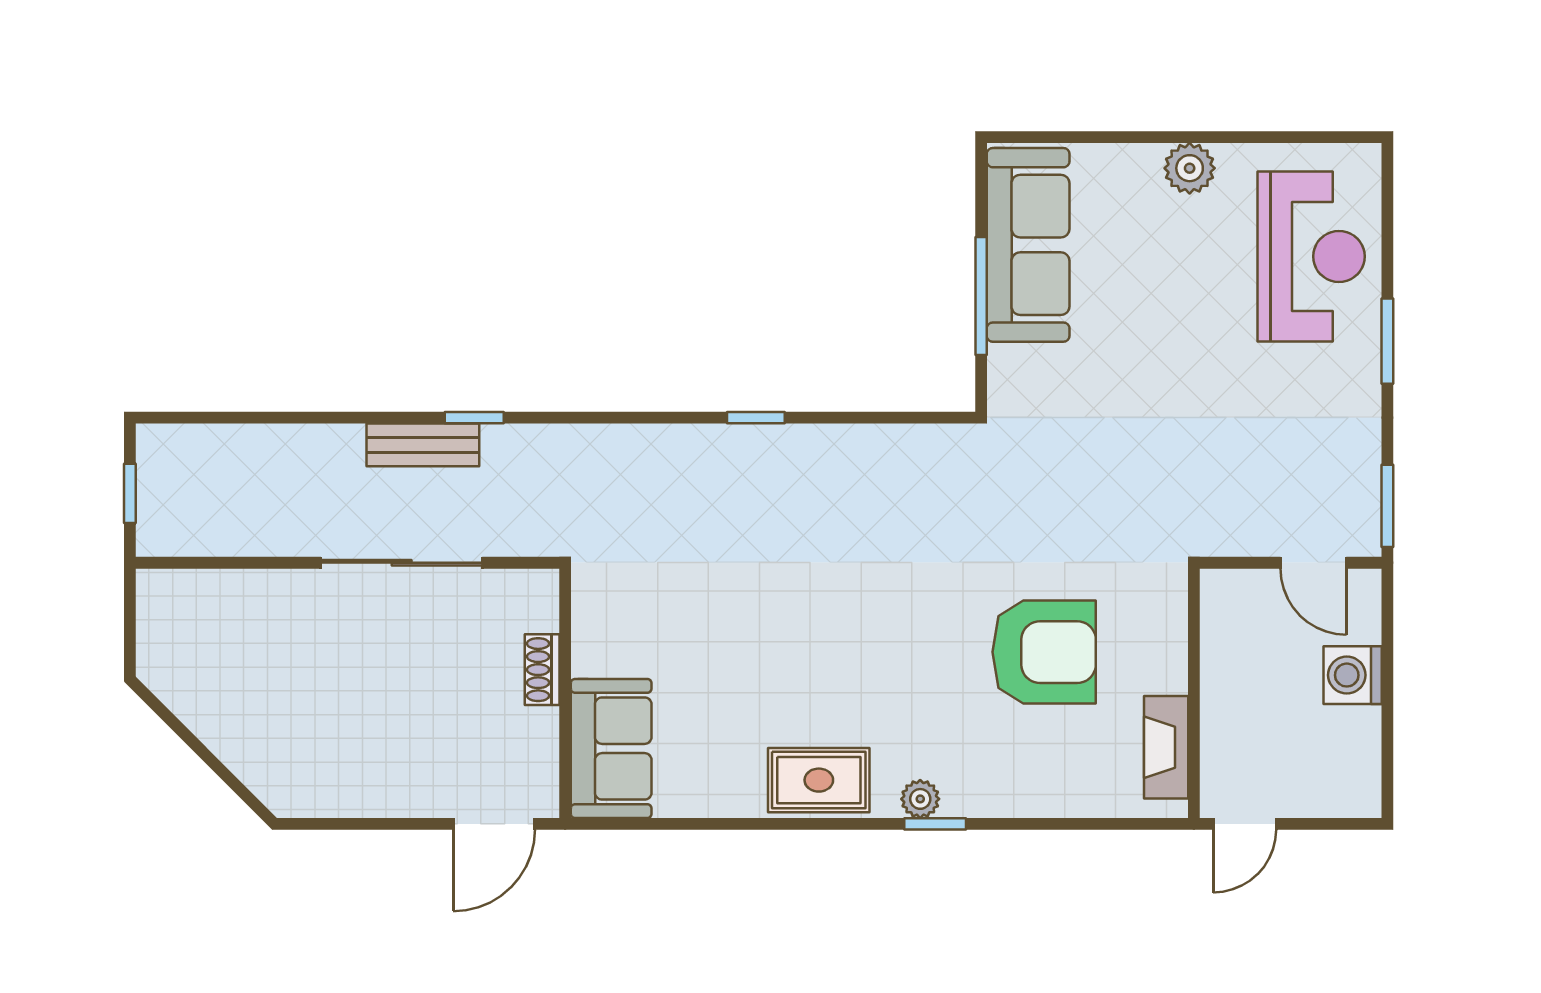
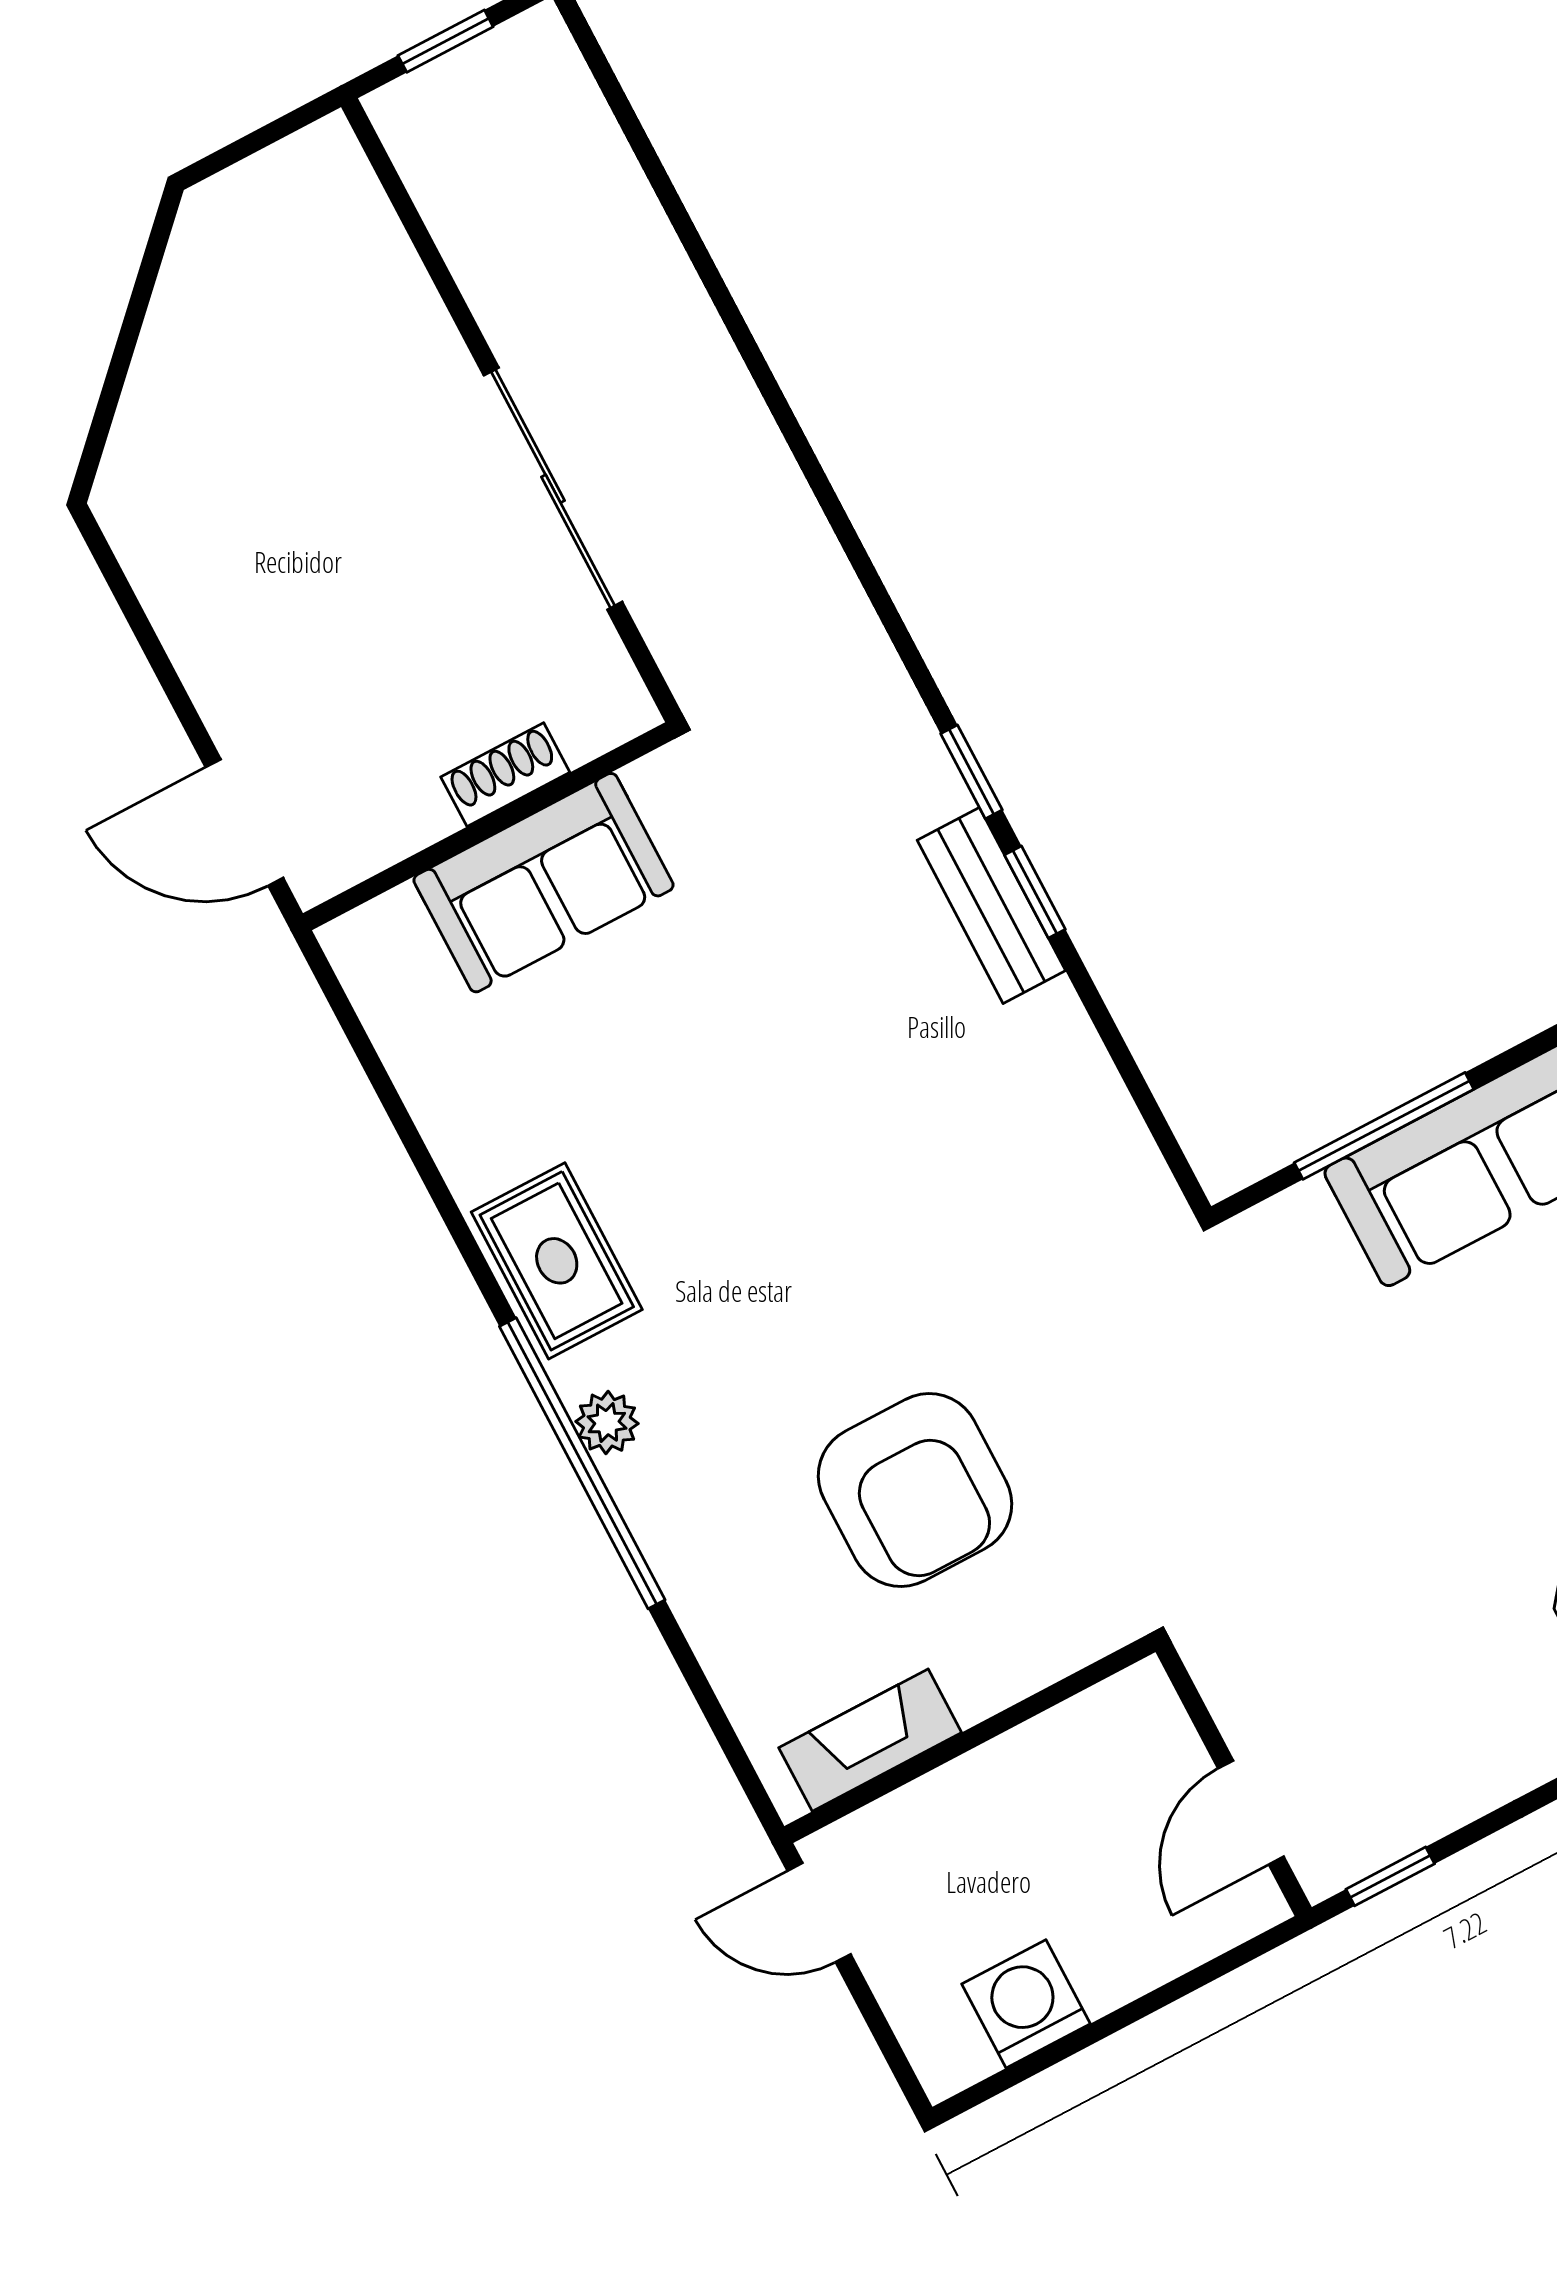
window: (474, 418) -> (971, 772), moved
bench: (423, 445) -> (991, 905), moved
window: (1387, 506) -> (1390, 1876), width x0.67
washing machine: (1353, 675) -> (1026, 2004), moved
sofa: (611, 748) -> (543, 883), moved
window: (935, 824) -> (582, 1463), width x3.17

